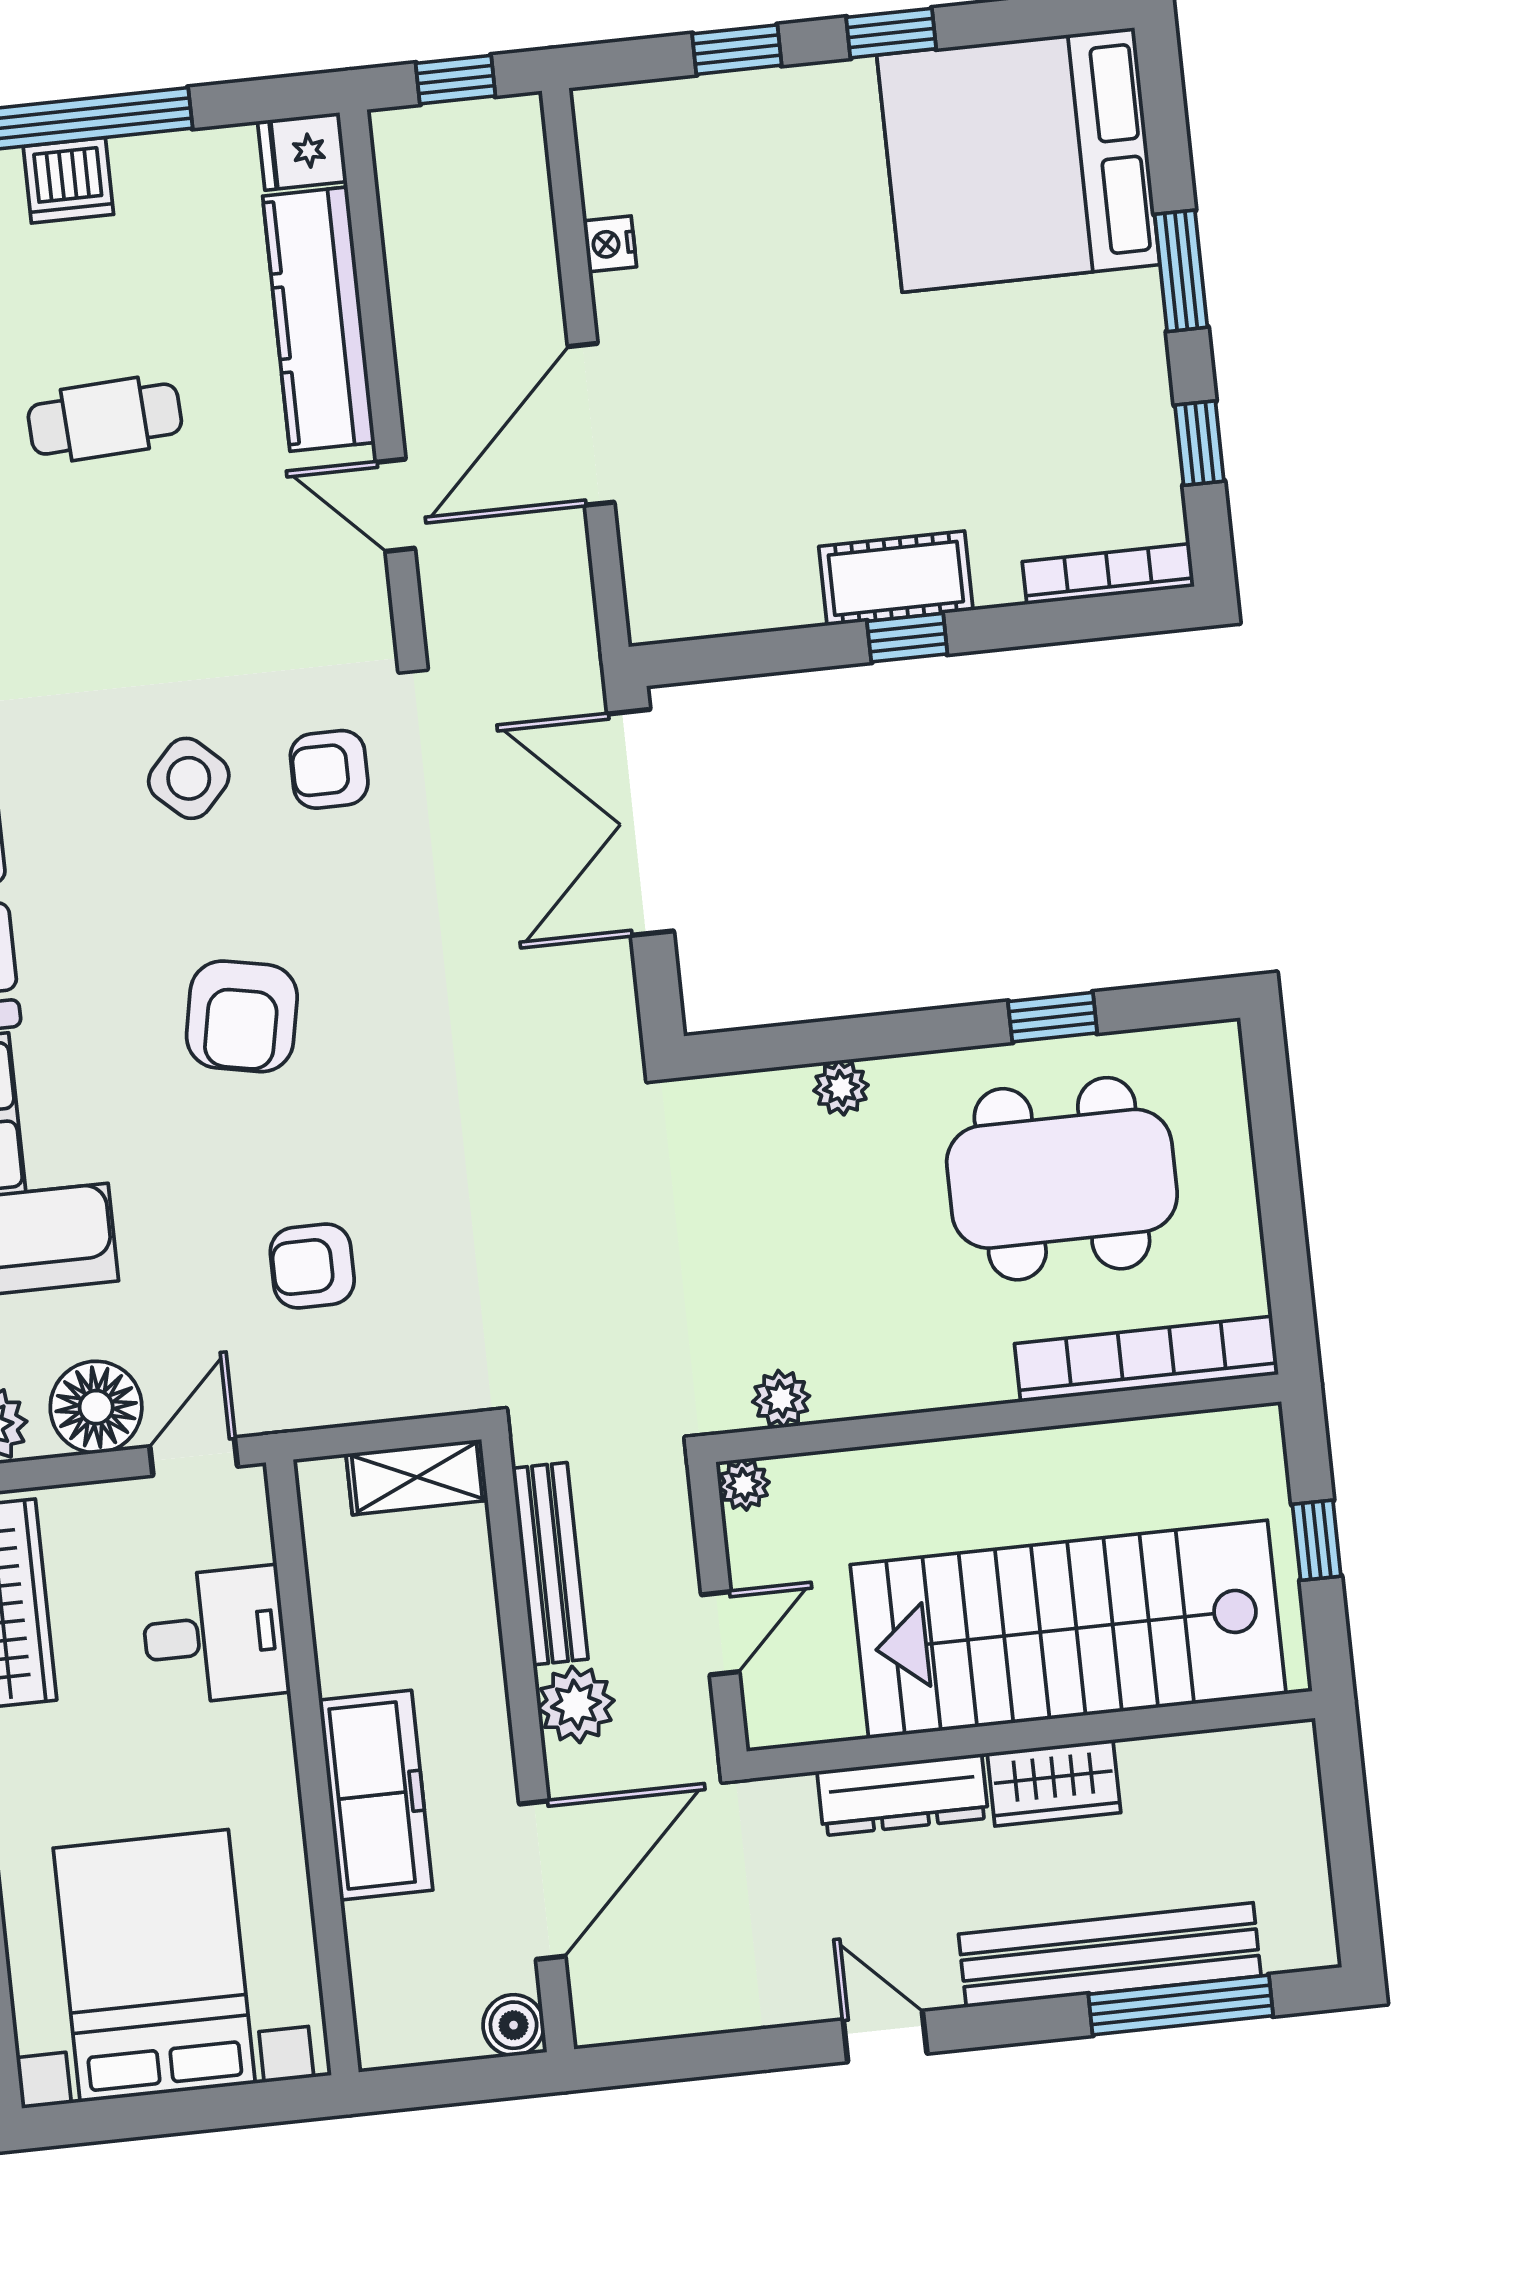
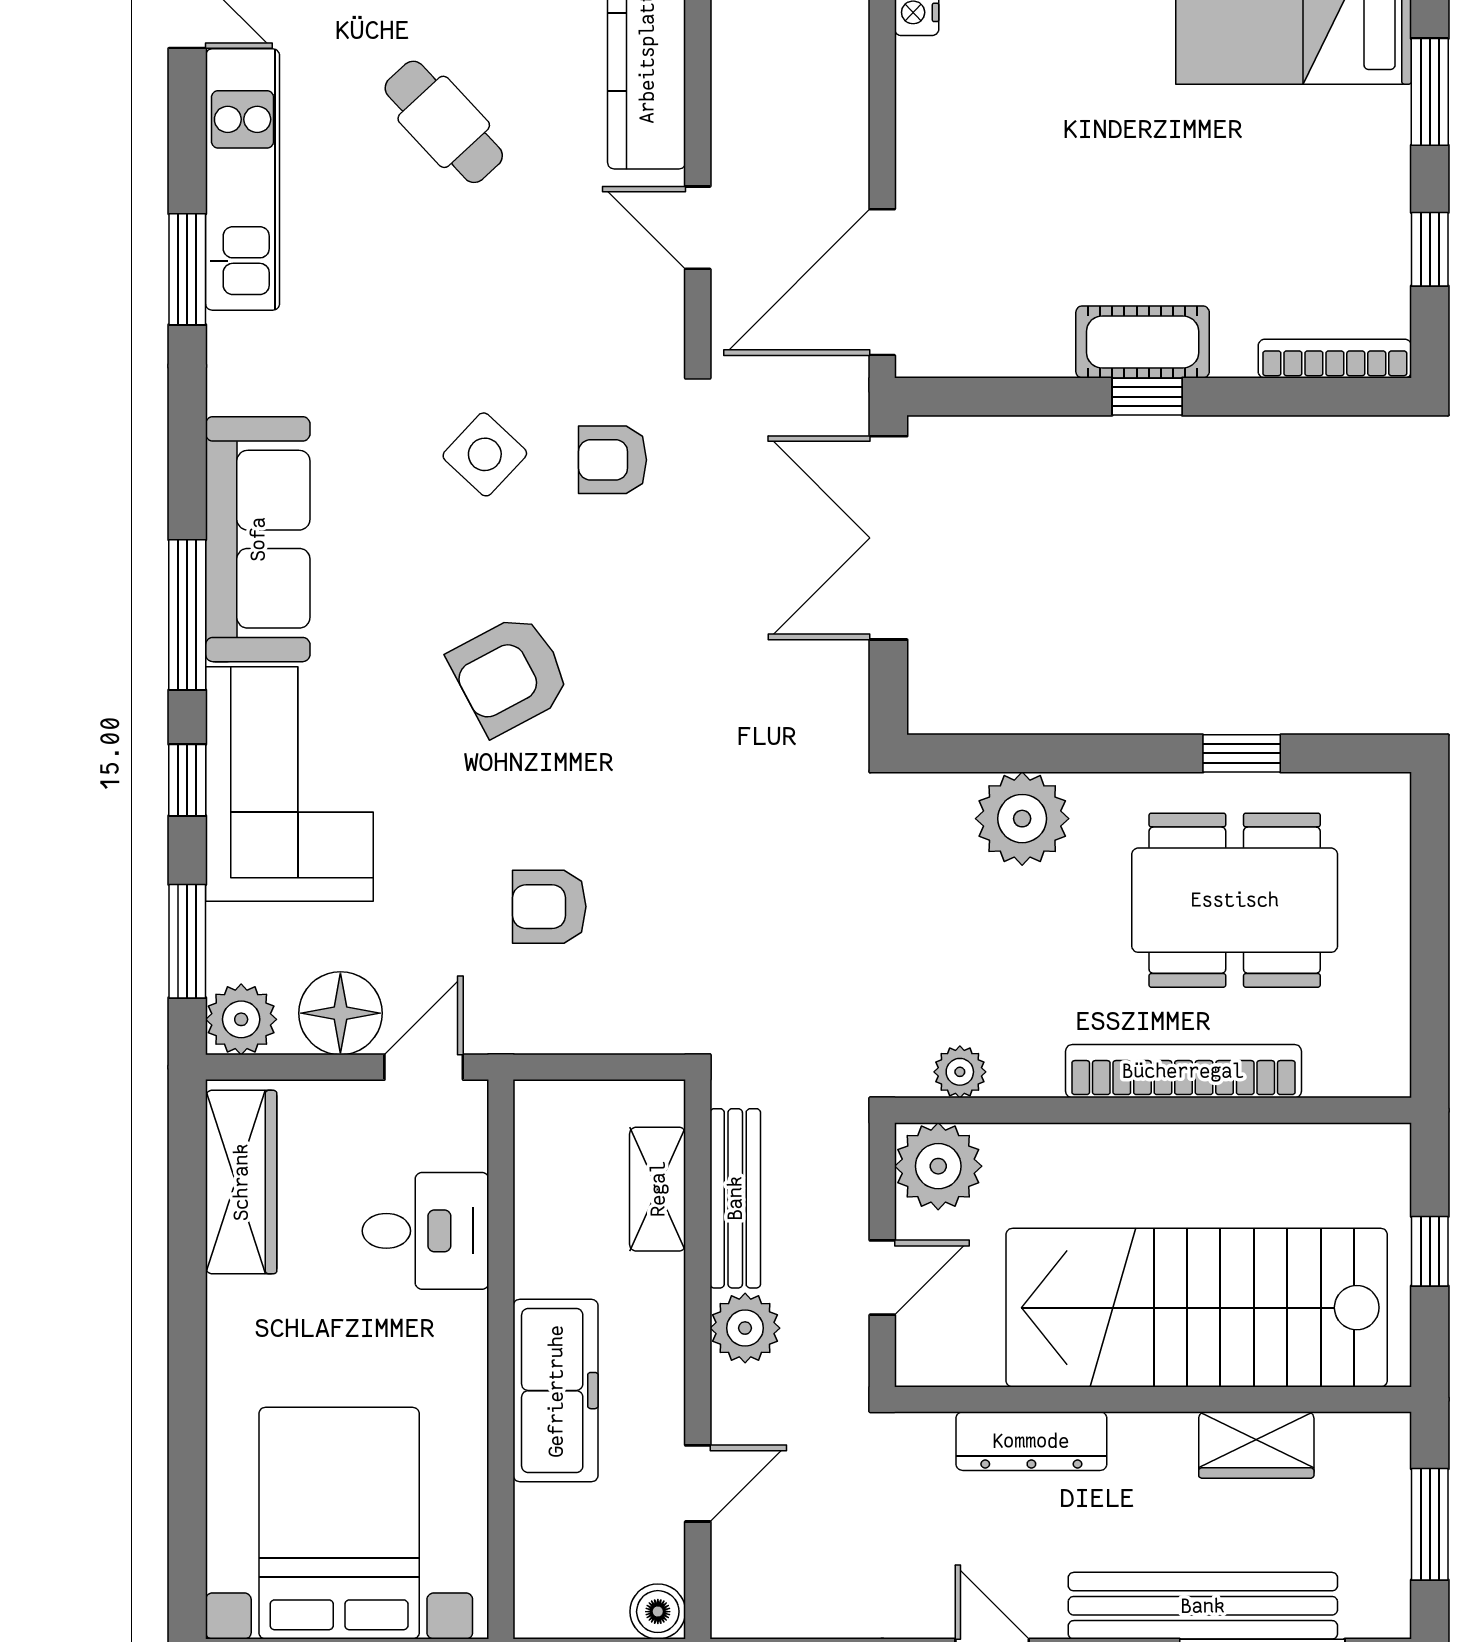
cafe table: (105, 419) -> (444, 122), turned 50
door: (591, 424) -> (882, 282), moved
armchair: (242, 1016) -> (510, 674), turned 51
plant: (841, 1088) -> (1022, 819), width x1.87, depth x1.87
bookcase: (1146, 1359) -> (1183, 1071), moved
shelving: (417, 1477) -> (658, 1189), moved, turned 90
plant: (744, 1485) -> (938, 1166), width x1.87, depth x1.87
wardrobe: (1054, 1783) -> (1256, 1445), moved
window: (1349, 1839) -> (1430, 1524), added
door: (542, 1880) -> (698, 1483), width x0.53

